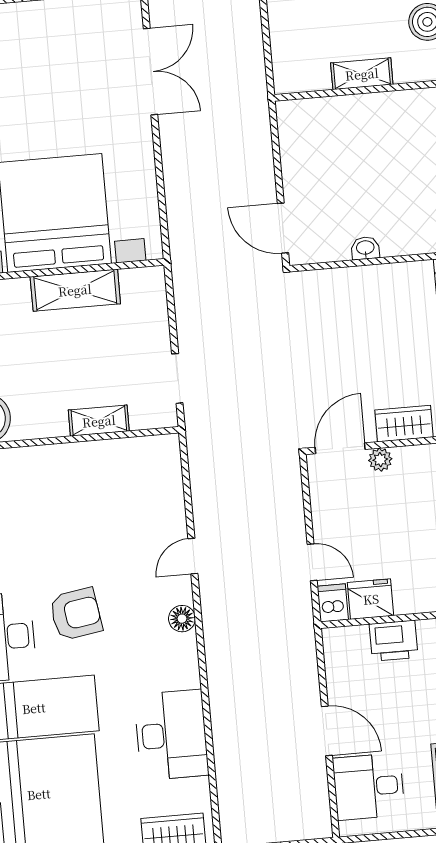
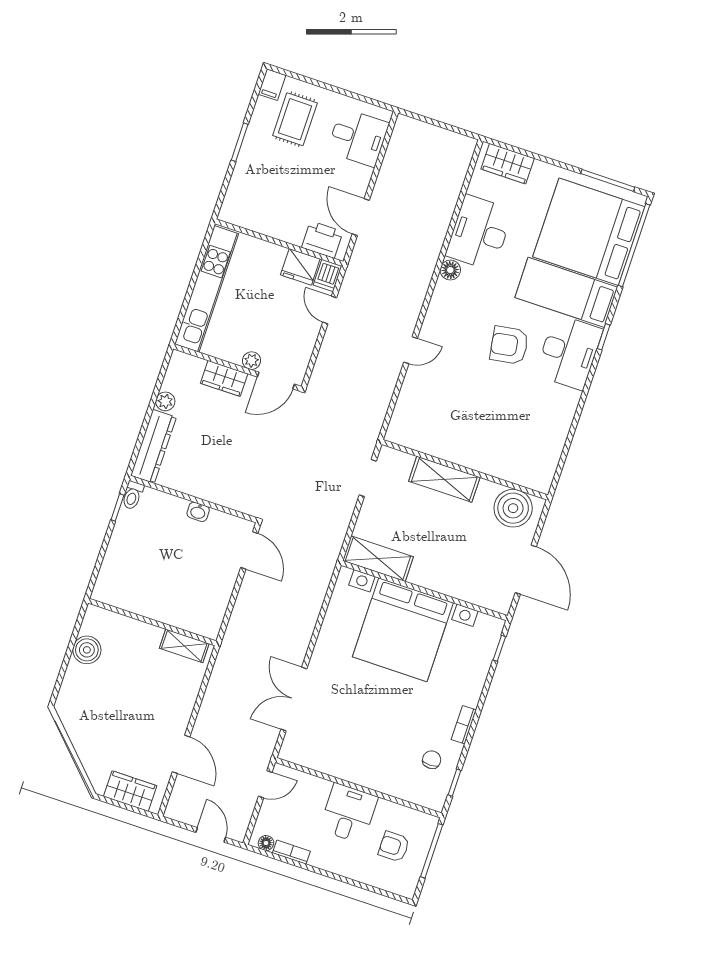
shelving: (362, 74) -> (184, 646), moved
shelving: (75, 290) -> (378, 559), moved
shelving: (99, 421) -> (444, 479), width x1.50, depth x1.33
floor lamp: (182, 619) -> (450, 270), moved
printer: (394, 641) -> (322, 240), moved
door: (327, 731) -> (361, 217), moved

